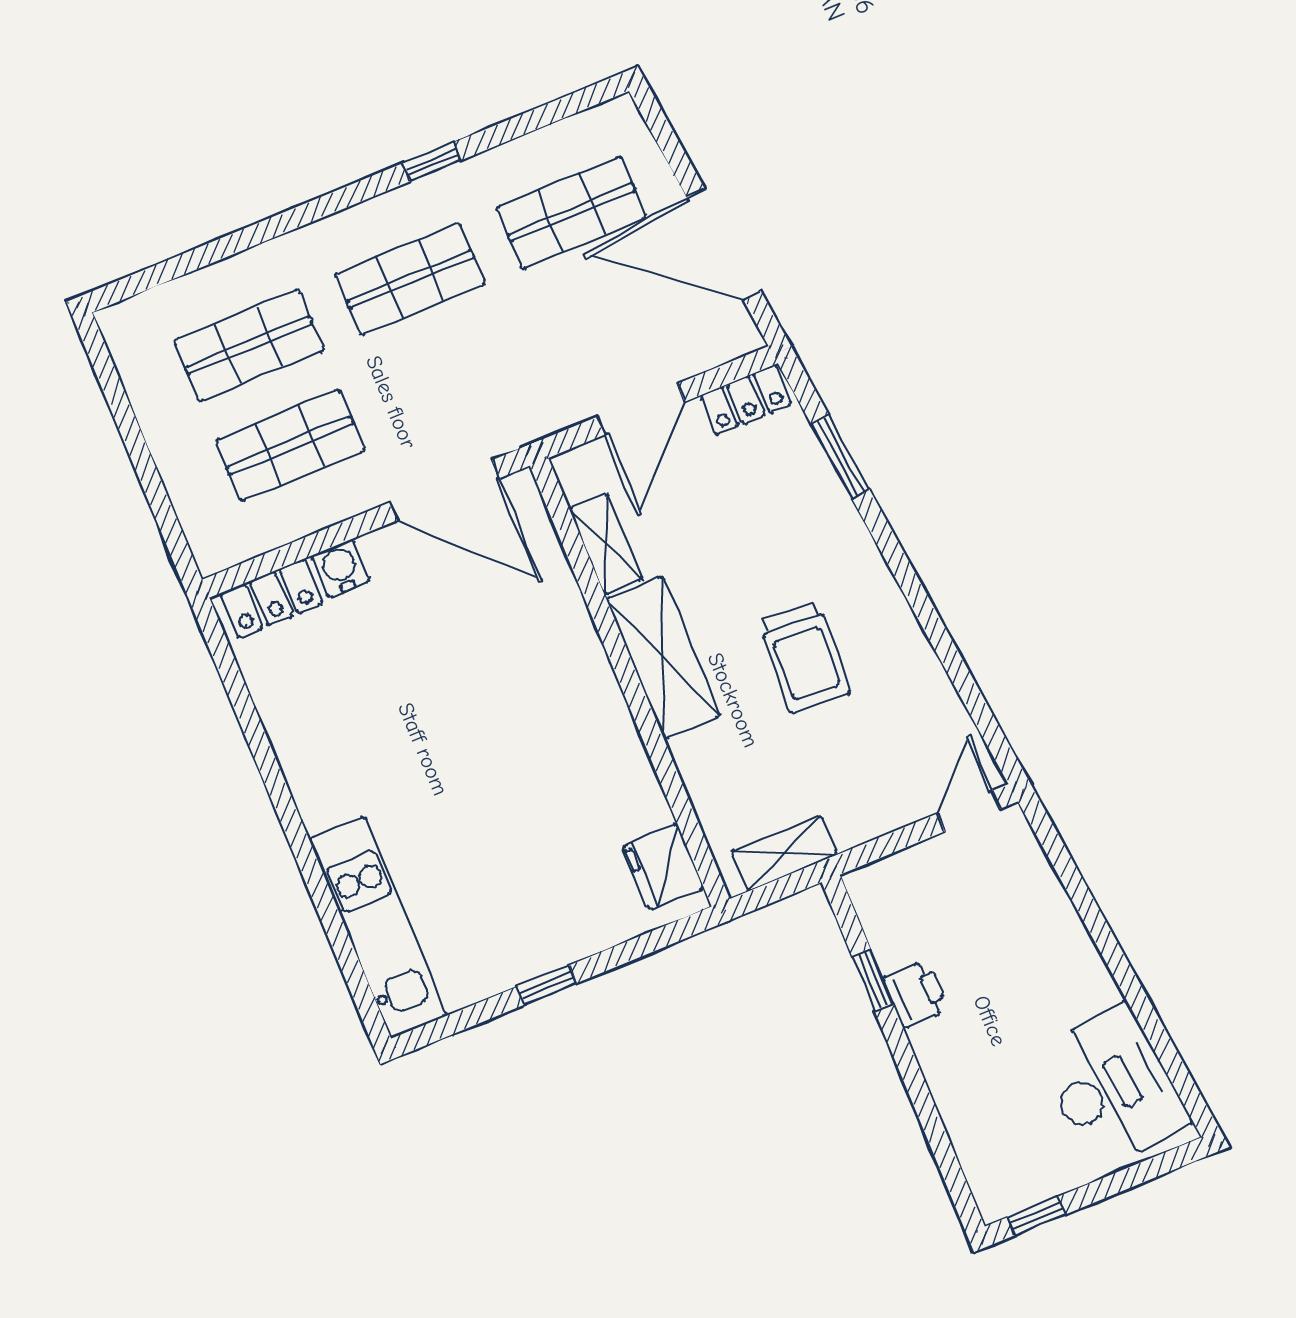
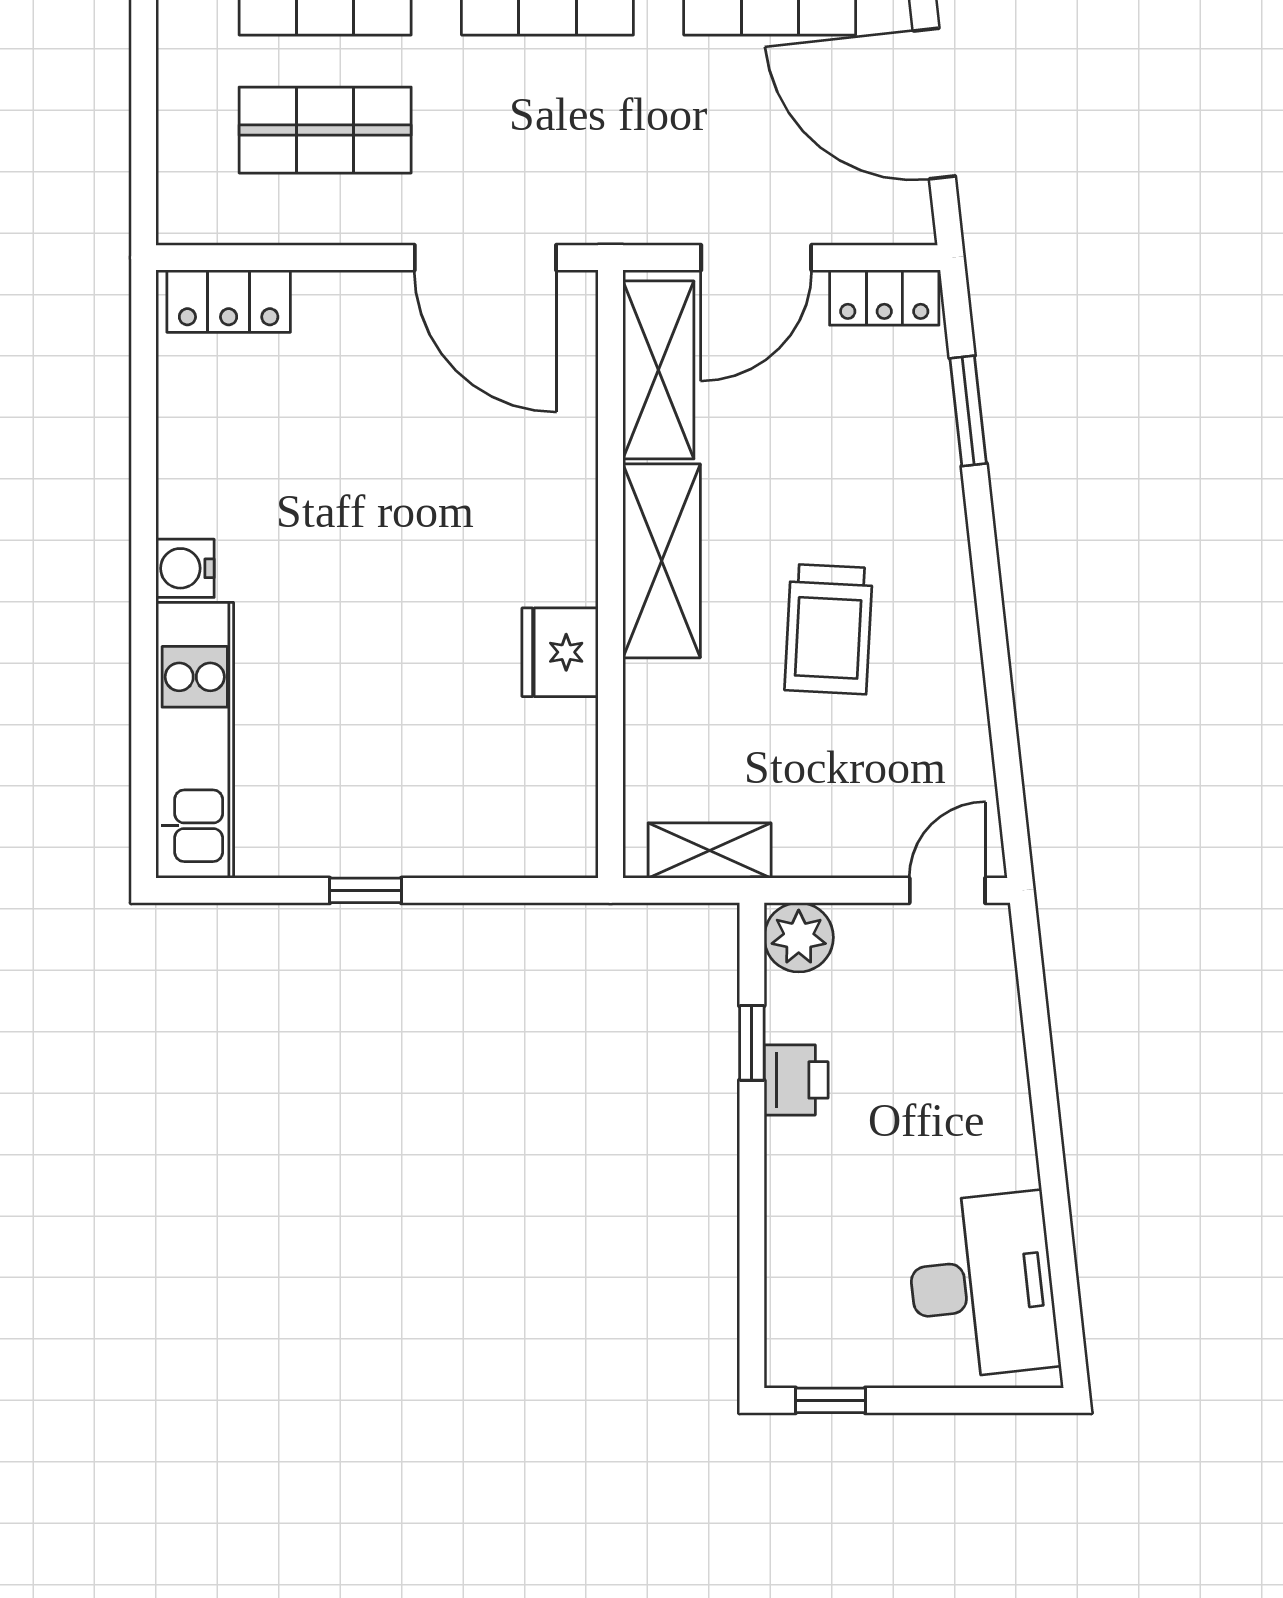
shelving: (606, 544) -> (658, 370), width x1.50, depth x1.33
water cooler: (340, 568) -> (185, 568), moved, turned -90
fridge: (663, 867) -> (560, 652), moved
plant: (875, 890) -> (799, 937), added

